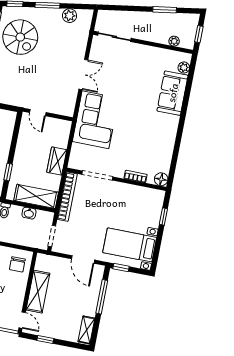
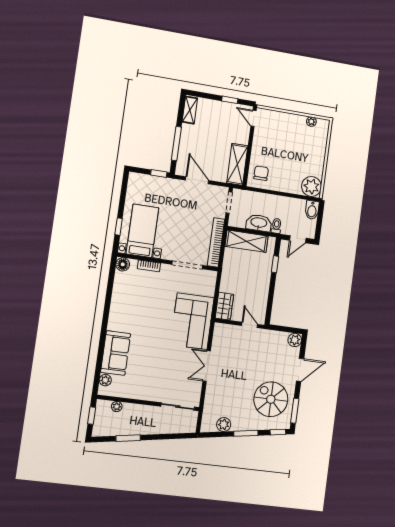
wardrobe: (57, 161) -> (224, 306), moved
washbasin: (29, 213) -> (259, 223), width x1.91, depth x1.45
bed with nightstands: (130, 245) -> (142, 231), moved, turned -90
shelving: (38, 292) -> (237, 164), moved

